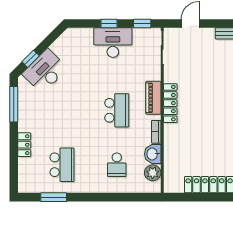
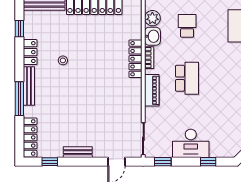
window: (109, 24) -> (208, 162), moved
locker: (170, 103) -> (136, 59), moved
school desk: (117, 110) -> (187, 78), turned 180

